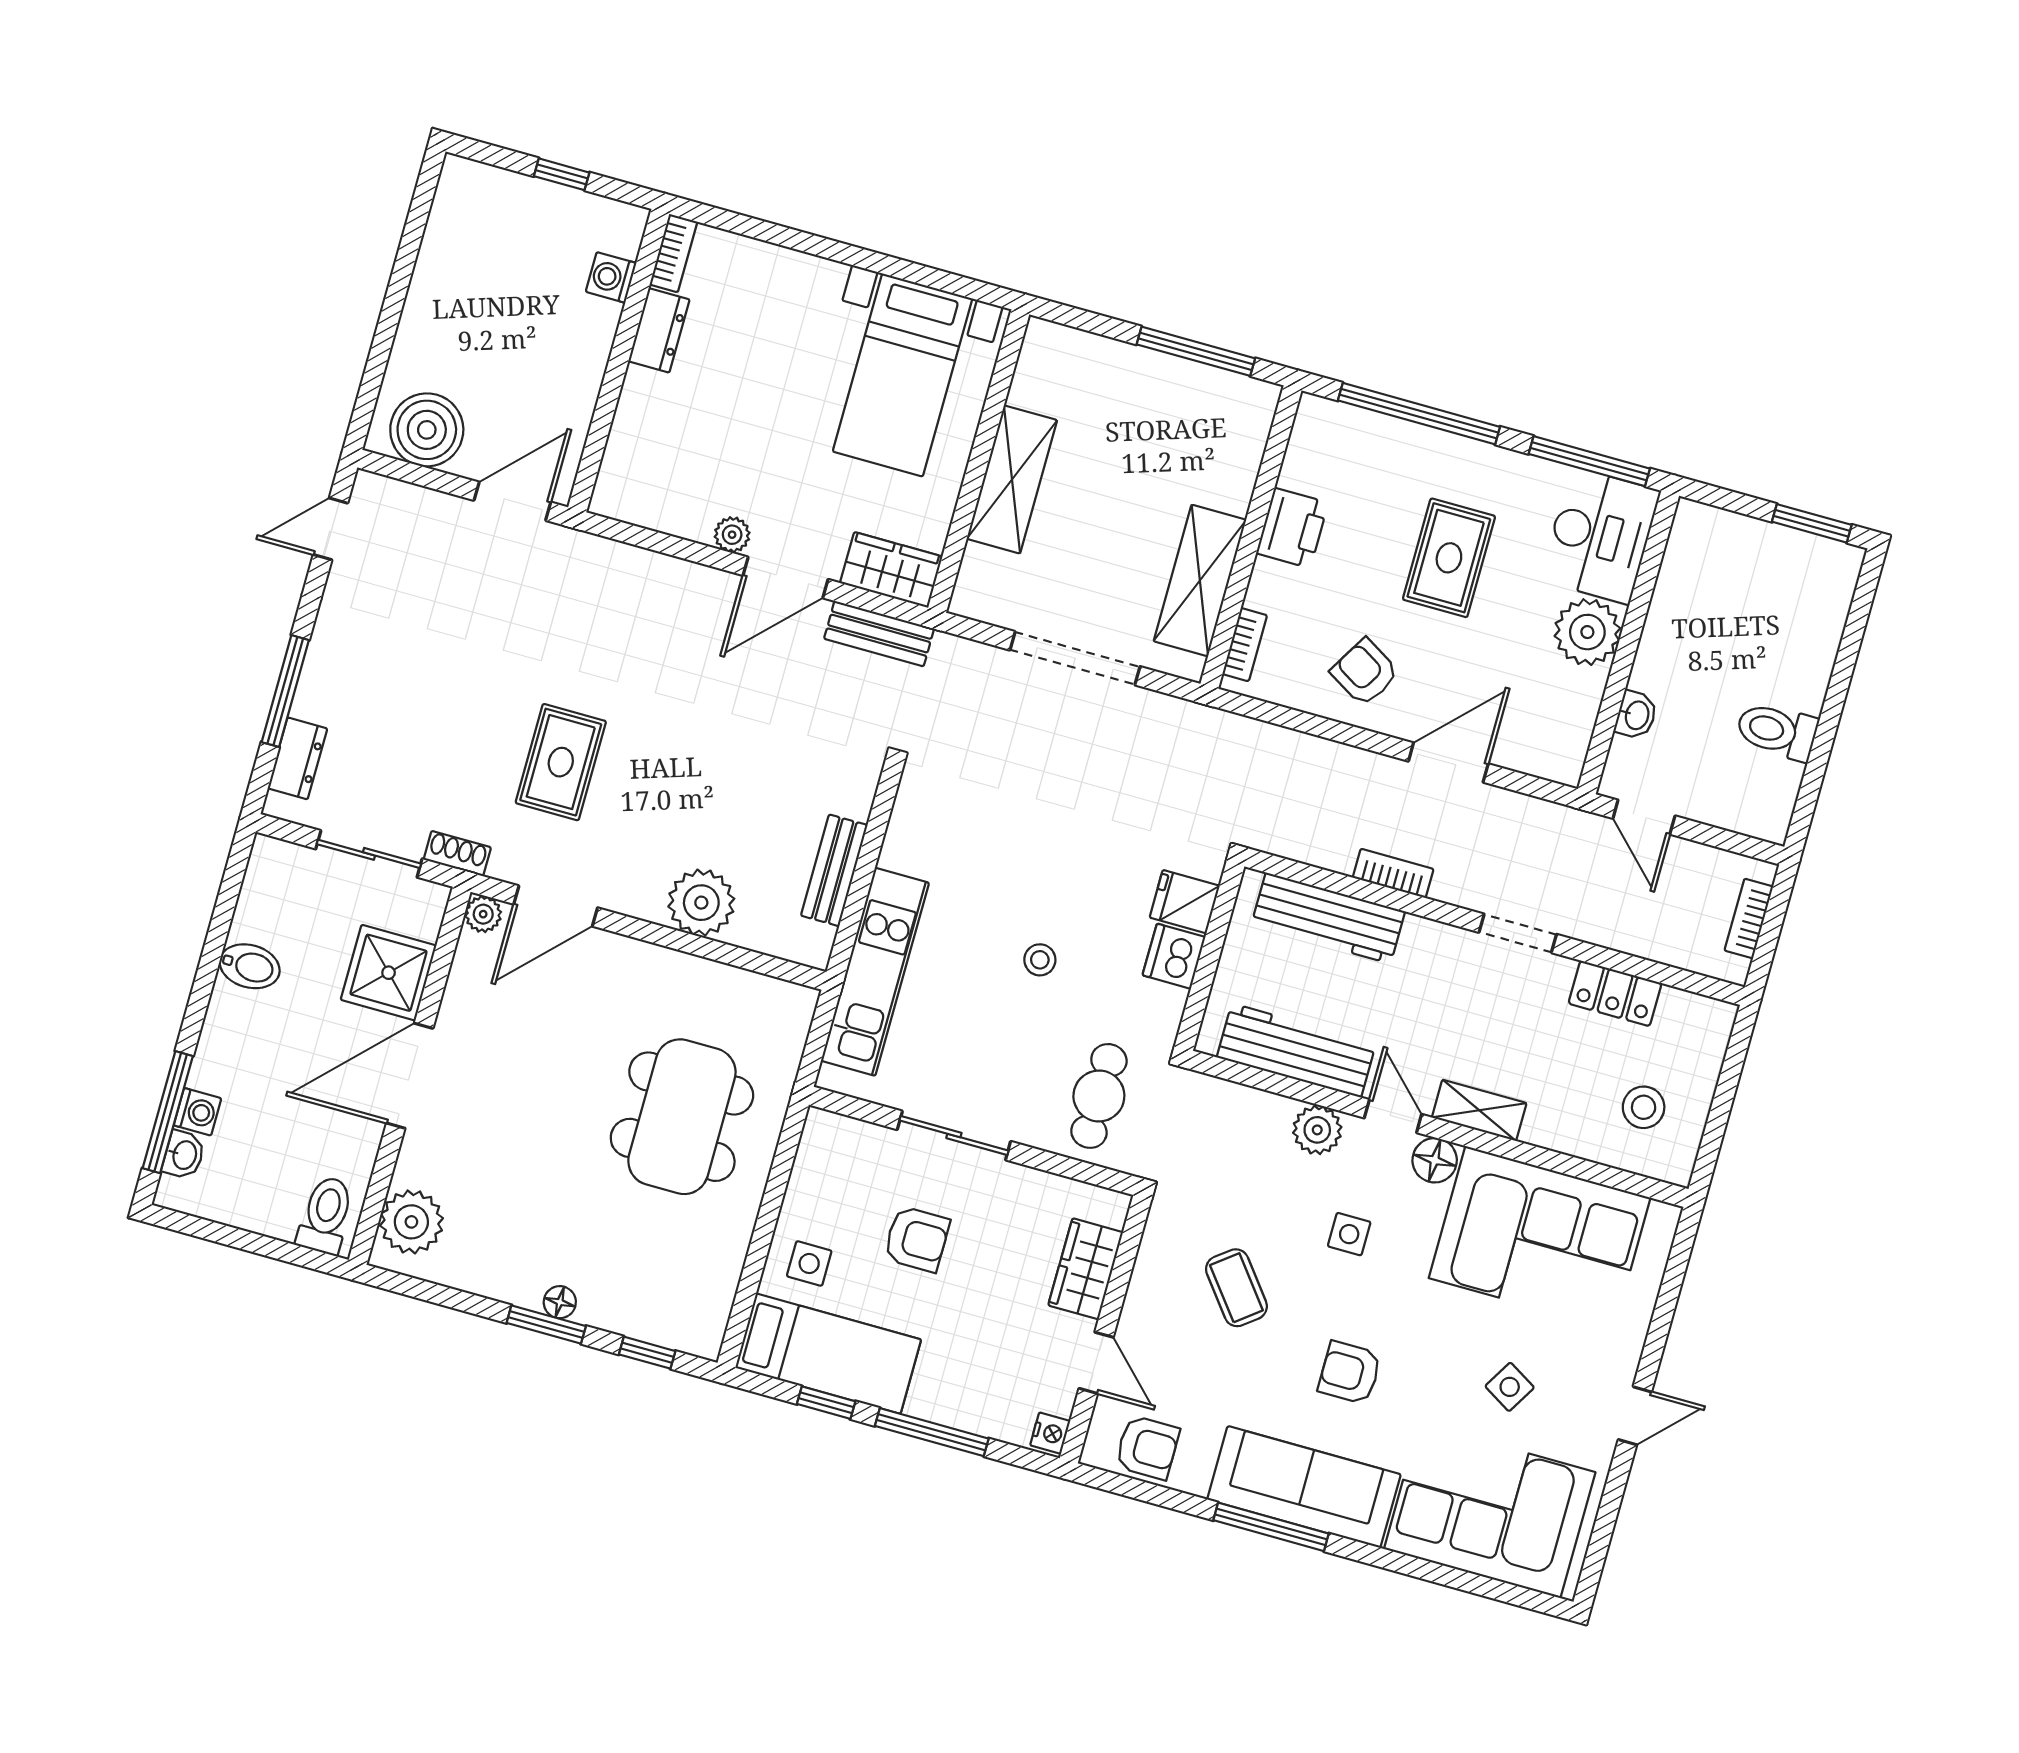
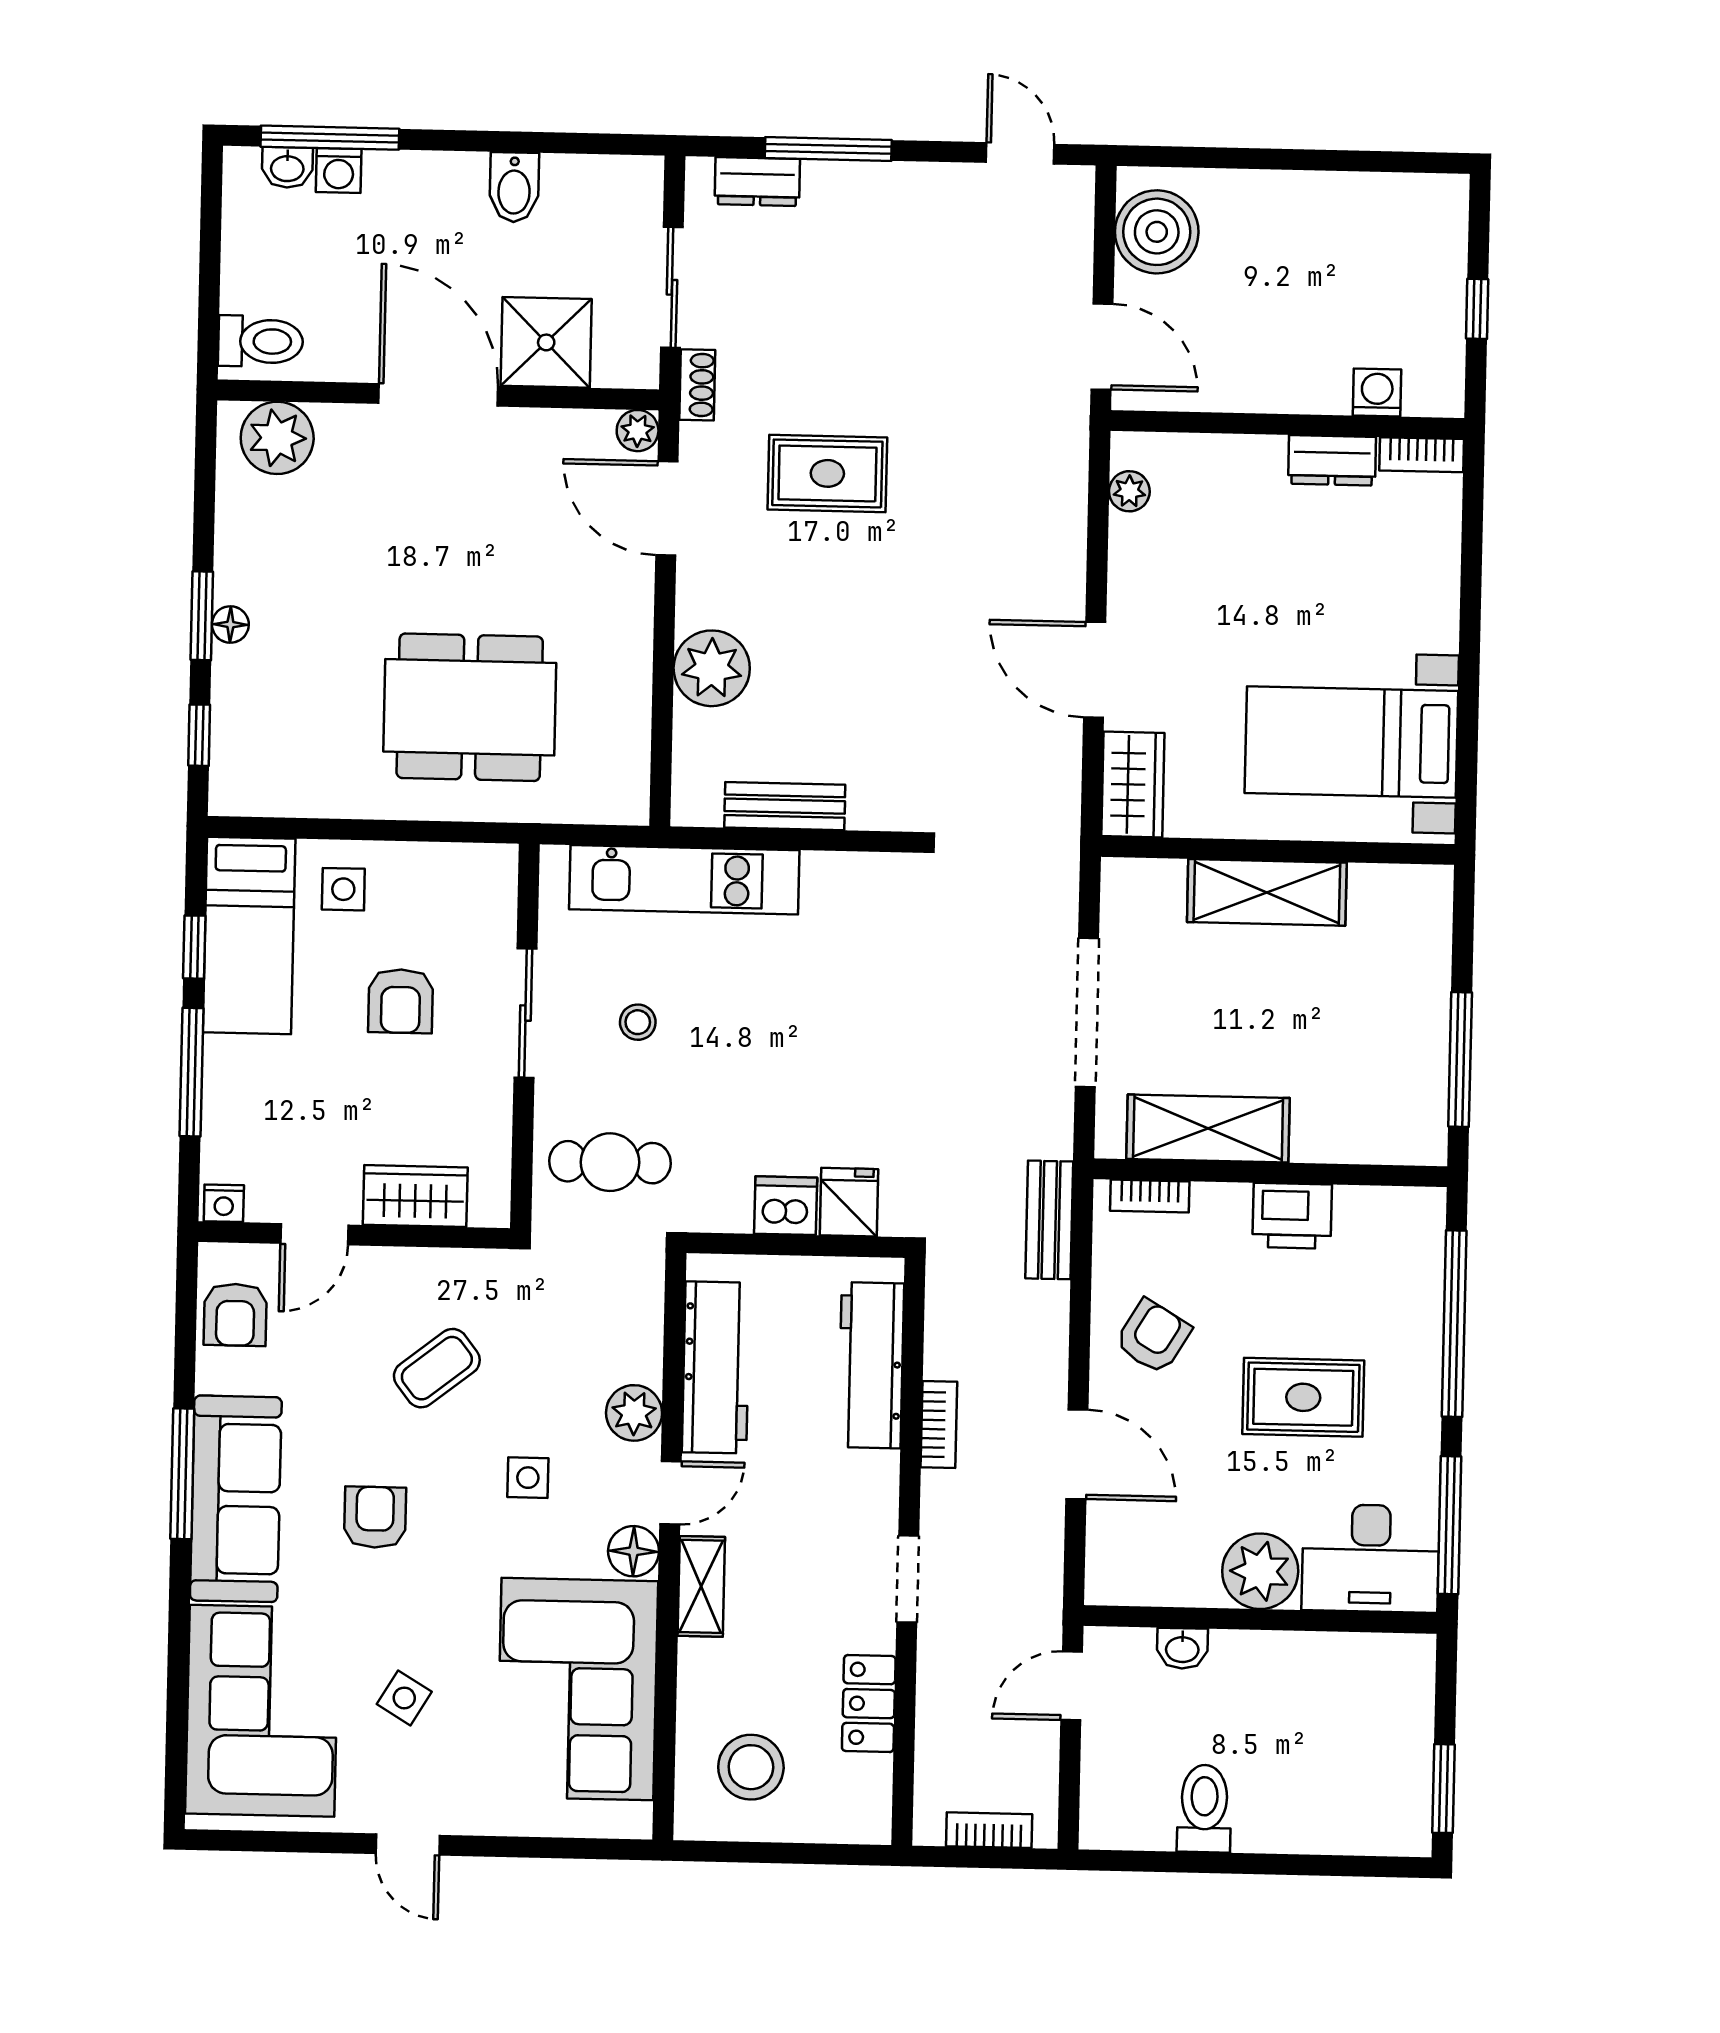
plant: (732, 535) -> (1129, 491), moved
bench: (879, 634) -> (1049, 1220), moved
stool: (1040, 960) -> (638, 1022), moved
stool: (1644, 1107) -> (751, 1767), width x1.38, depth x1.38

